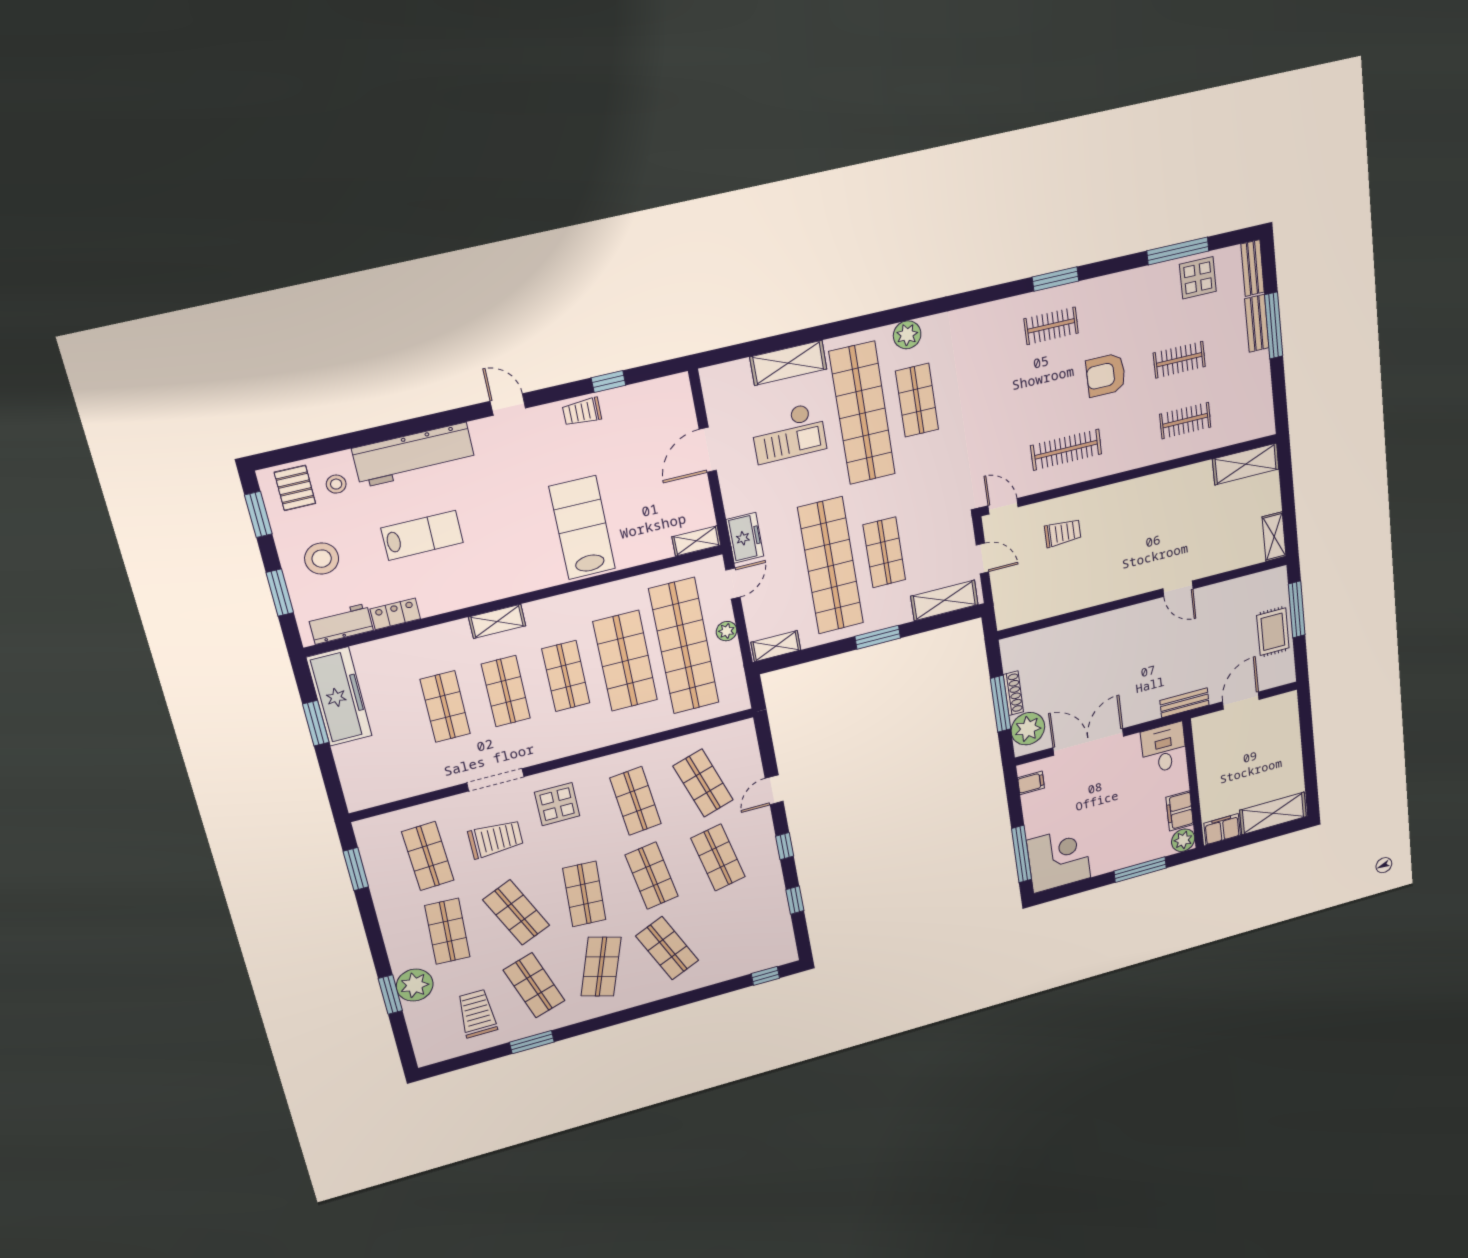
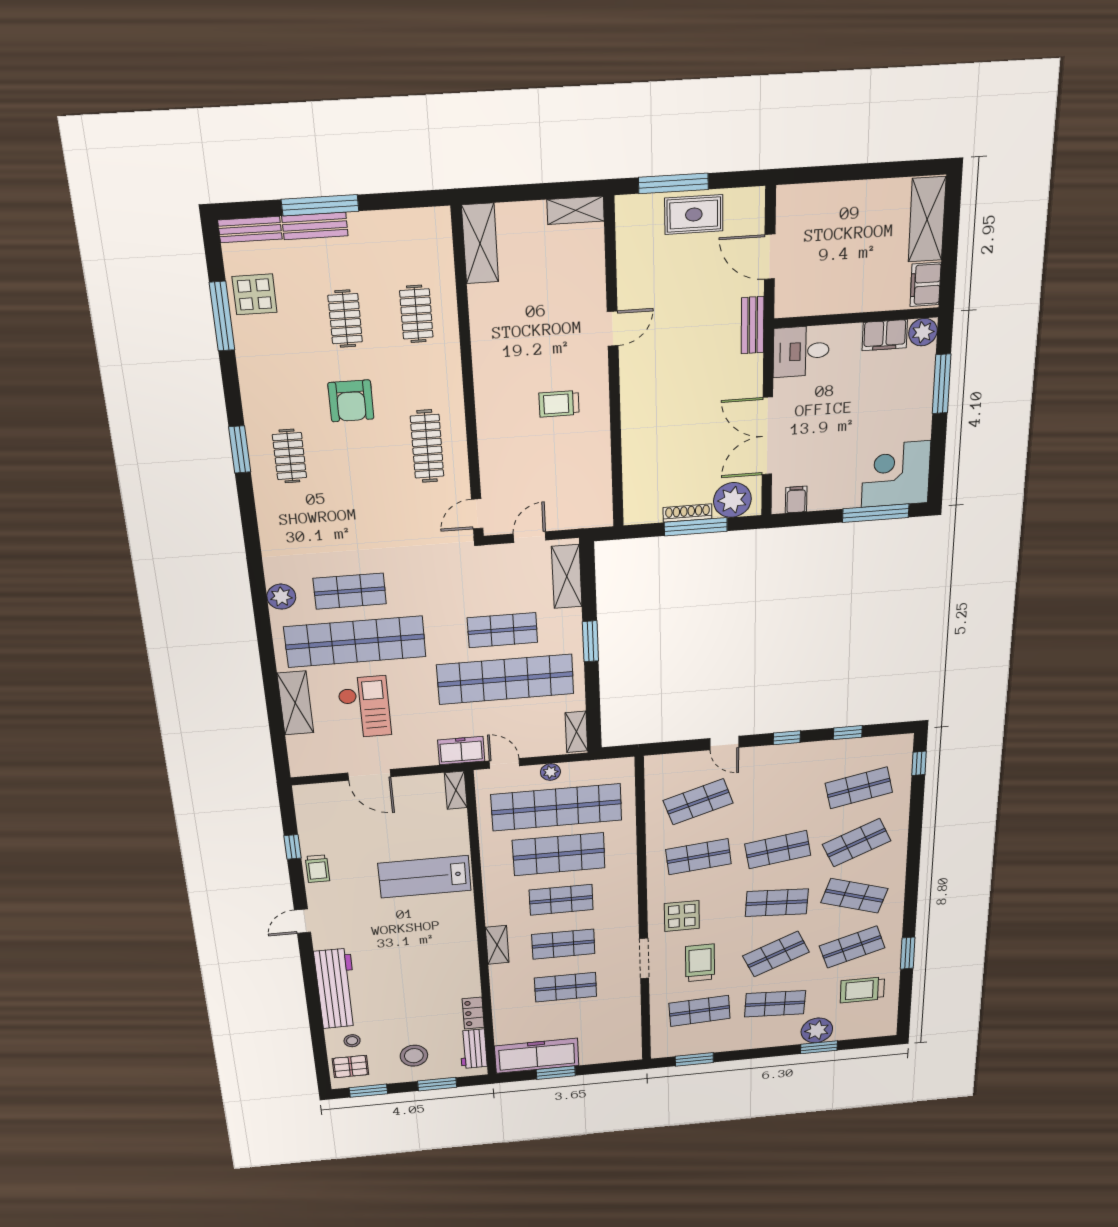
trolley: (1063, 533) -> (559, 404), moved, turned -90
lab bench: (422, 535) -> (408, 989), removed
shop shelf: (718, 858) -> (859, 788), moved

